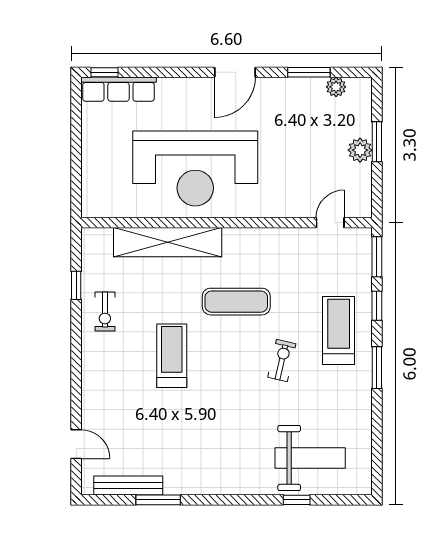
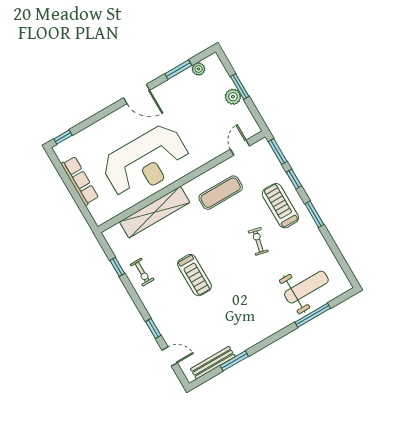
door: (235, 72) -> (137, 94), hinge flipped
row of seats: (118, 89) -> (80, 181), moved, turned -90
exercise mat: (236, 302) -> (221, 193), moved
treadmill: (172, 356) -> (194, 275), turned 180
window: (76, 395) -> (153, 328), added
window: (297, 500) -> (313, 315), width x2.17

